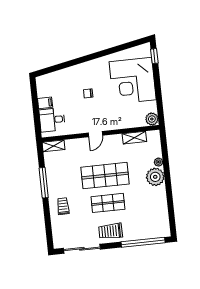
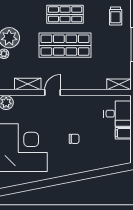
door: (95, 134) -> (53, 93), moved

